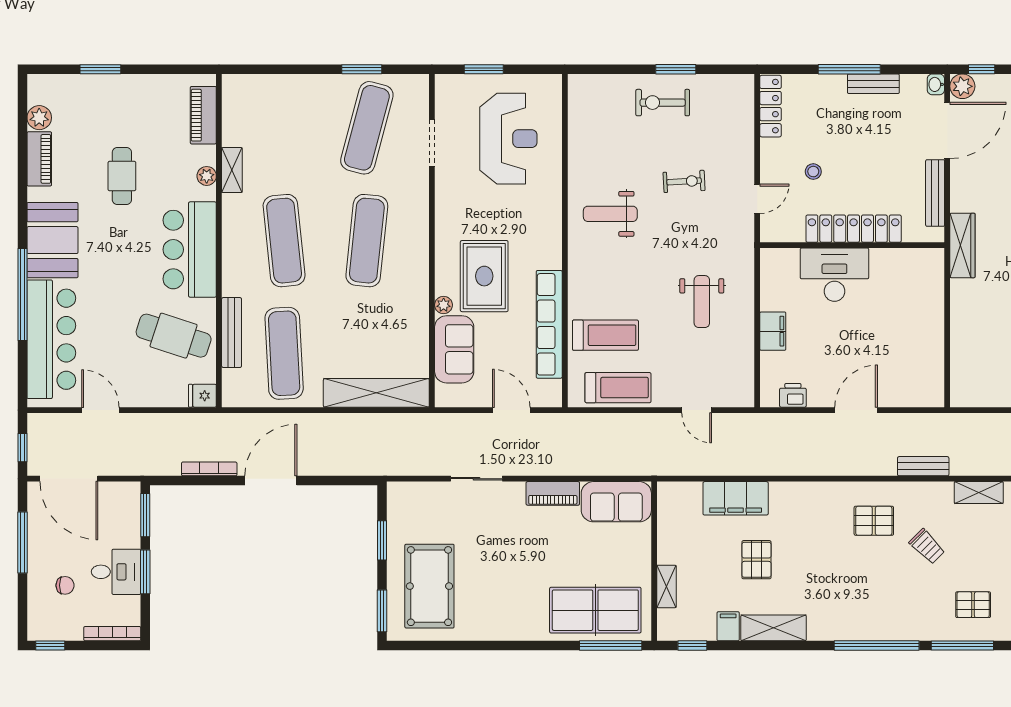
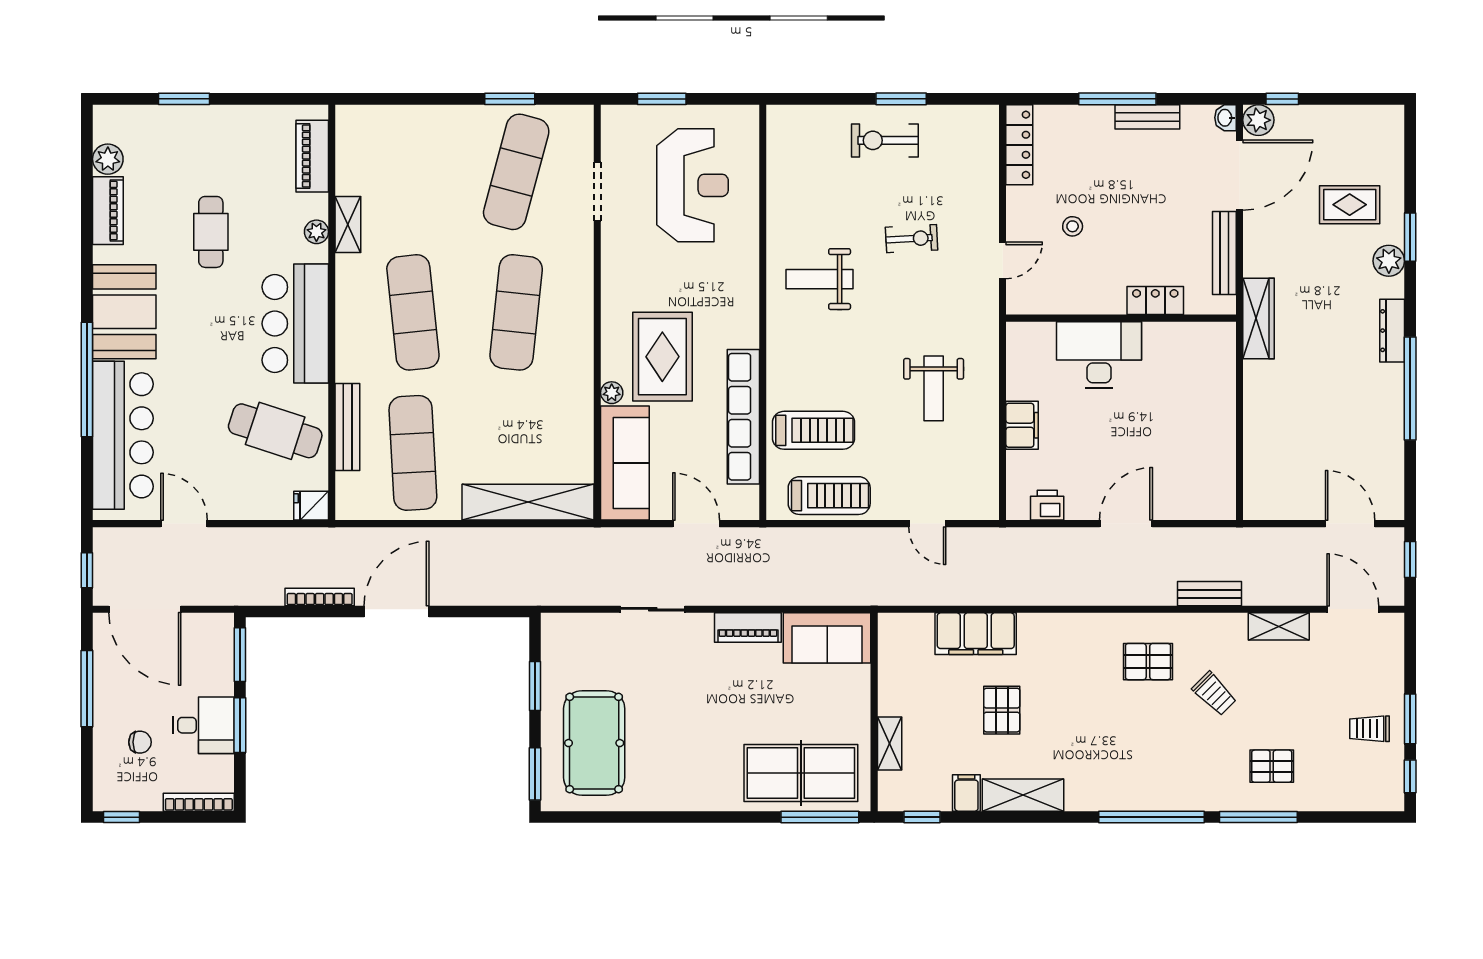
locker: (854, 229) -> (1155, 300), width x0.46, depth x0.83
sofa: (454, 349) -> (625, 463), width x1.36

